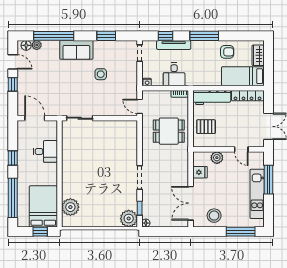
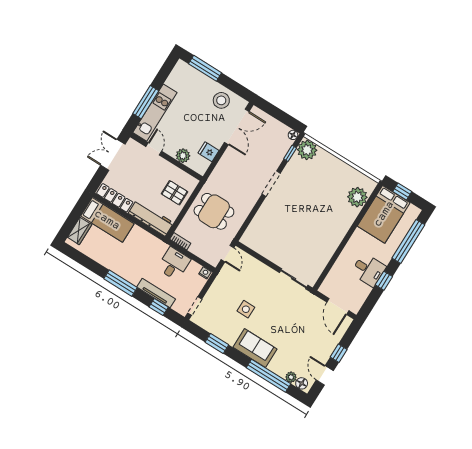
armchair: (227, 52) -> (108, 253), removed
desk: (45, 151) -> (368, 270), moved, turned 180
kitchen unit: (257, 194) -> (155, 113), moved

